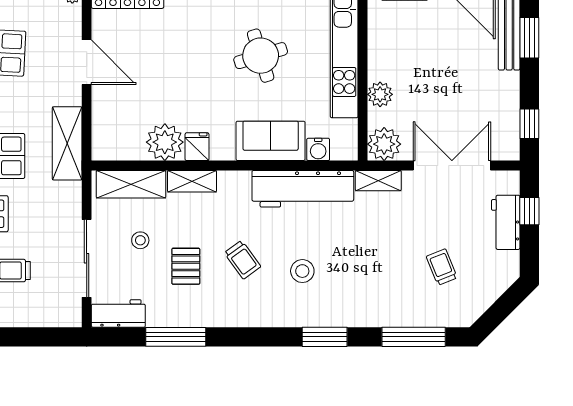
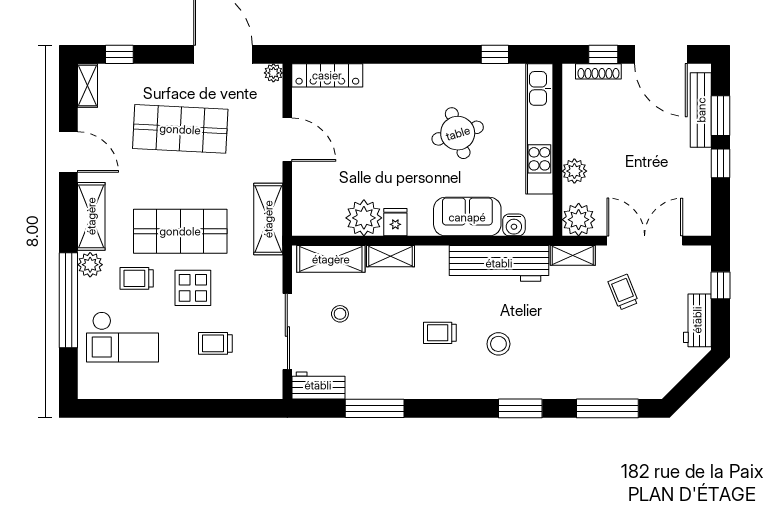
window: (529, 124) -> (721, 163), moved
workbench: (506, 222) -> (697, 320), moved
trolley: (242, 260) -> (440, 333), turned 126
pallet: (186, 266) -> (384, 339), removed
trolley: (442, 267) -> (623, 292), moved

